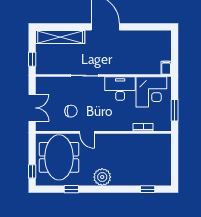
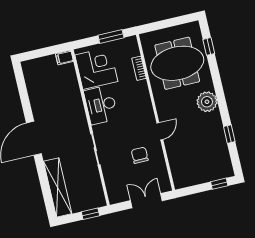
meeting table: (59, 157) -> (177, 63), moved

